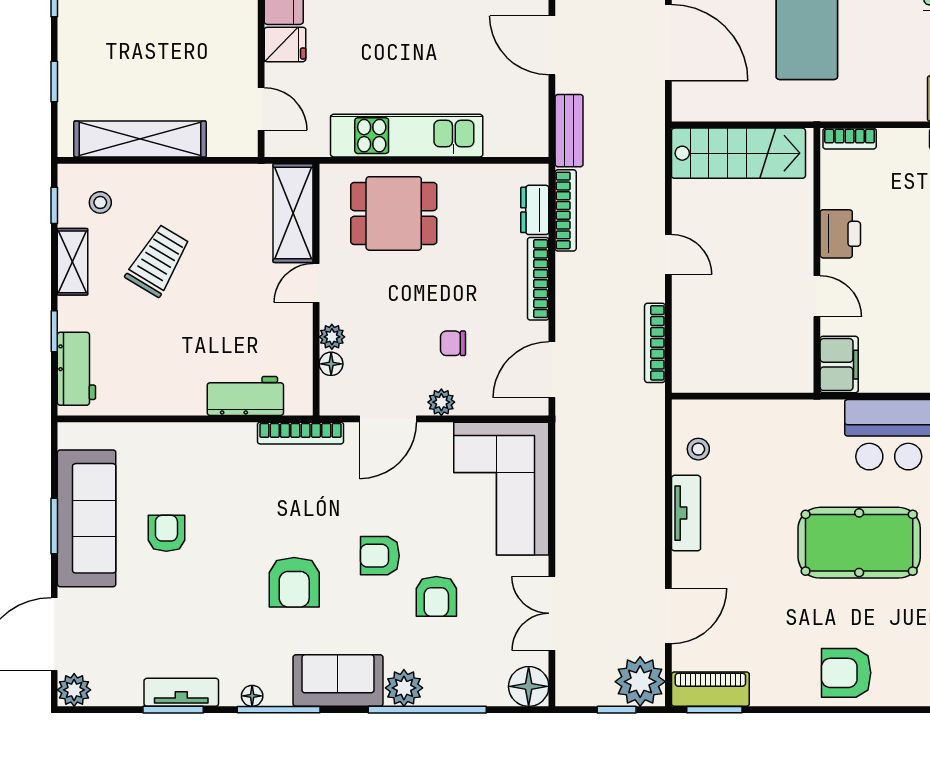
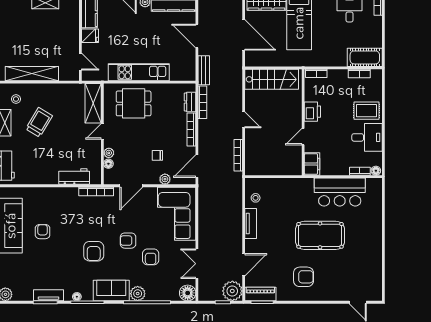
door: (817, 296) -> (303, 137), swing flipped
plant: (441, 402) -> (165, 179), moved
armchair: (846, 673) -> (304, 277), moved, turned 180

